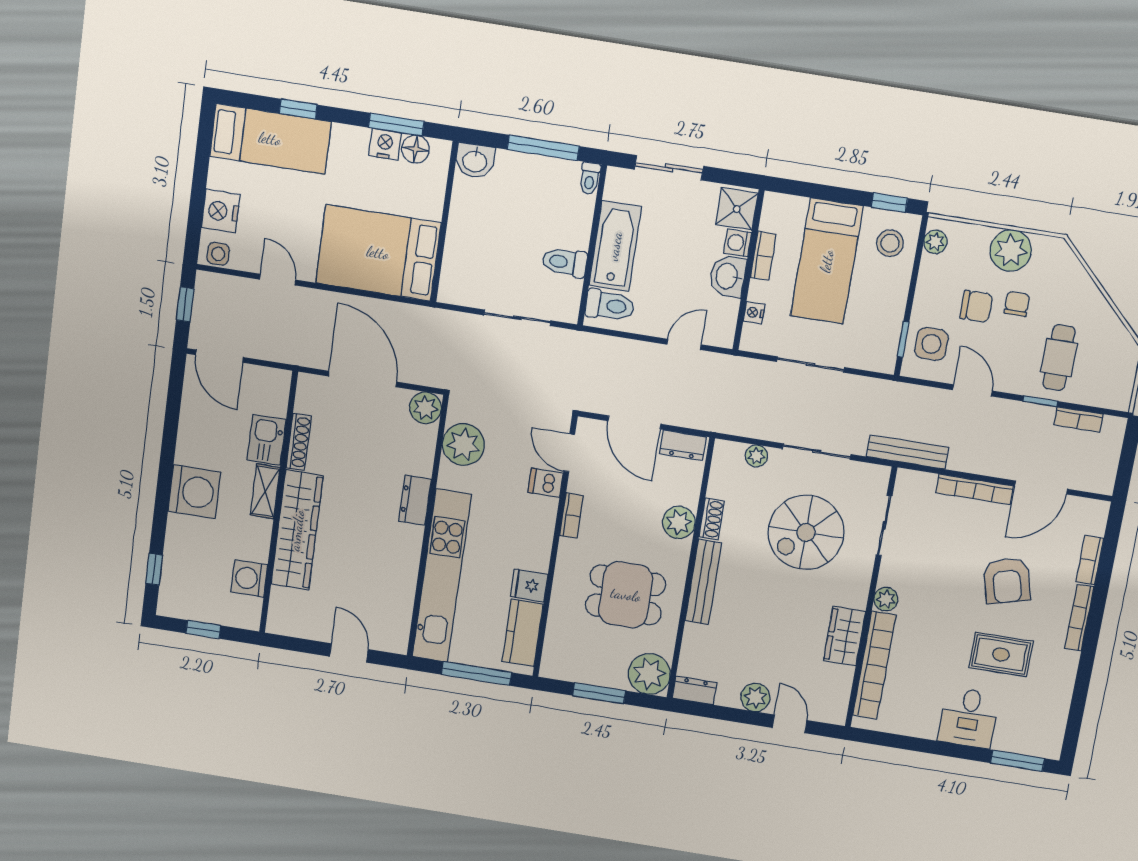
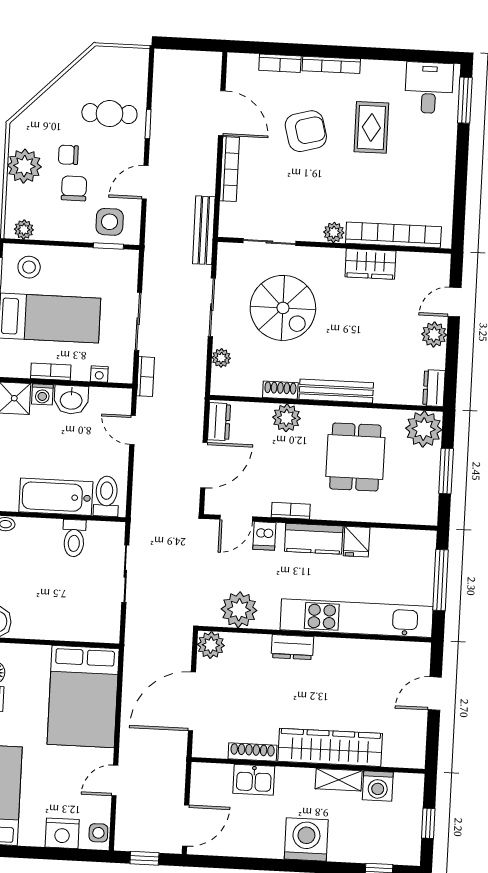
bookcase: (1078, 420) -> (146, 377), moved
shelving: (265, 491) -> (339, 780), moved
kitchen counter: (523, 633) -> (314, 539), moved
desk: (969, 718) -> (429, 88), moved, turned -90

